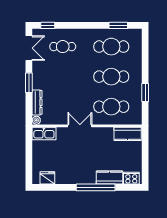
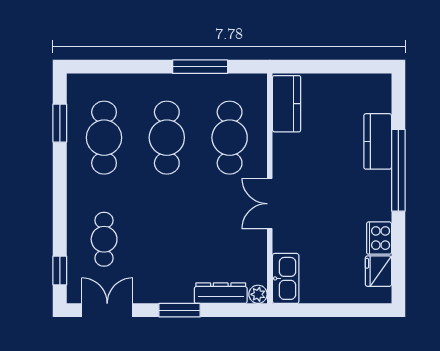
window: (145, 93) -> (200, 67), width x1.44
cooker: (131, 178) -> (379, 238), moved

